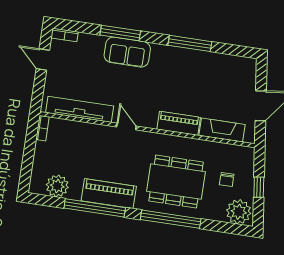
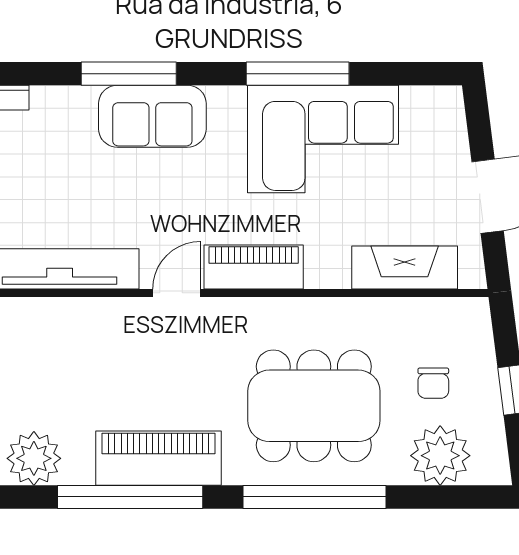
corner sofa: (196, 72) -> (323, 139), added
piano: (179, 123) -> (254, 267), moved
door: (126, 126) -> (177, 293), hinge flipped
plant: (239, 212) -> (440, 456), moved

